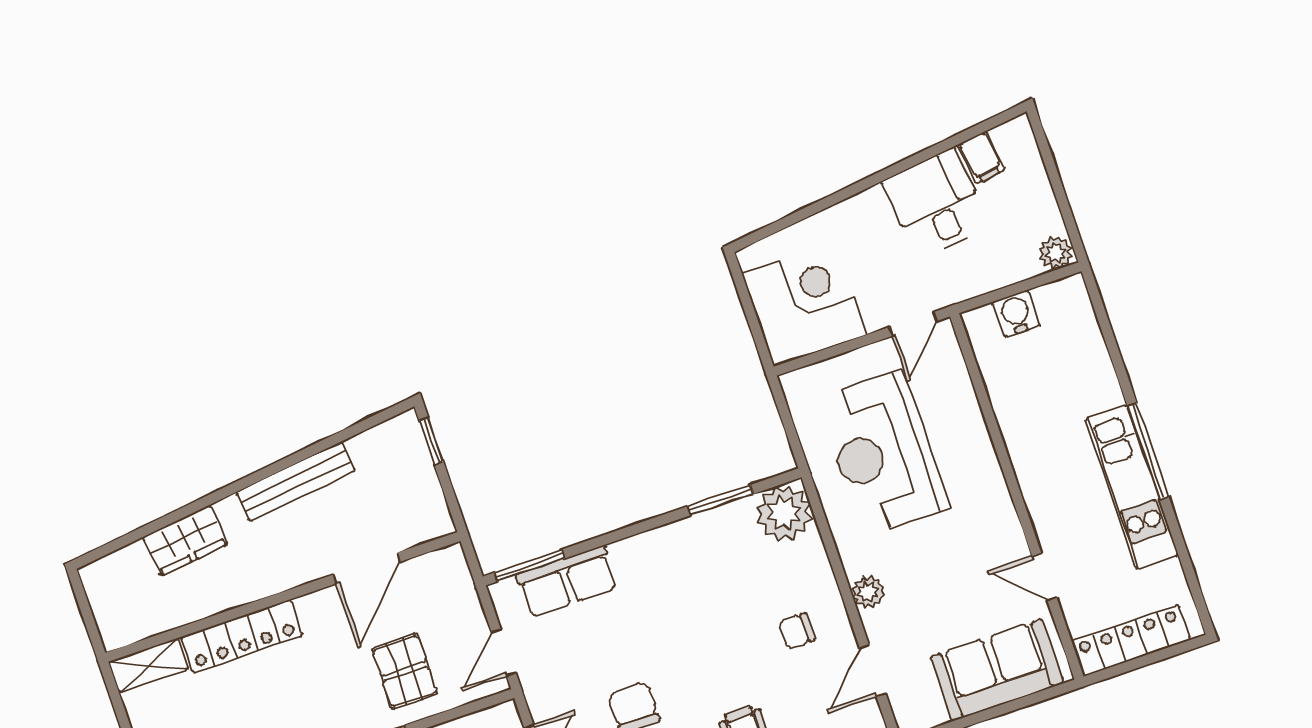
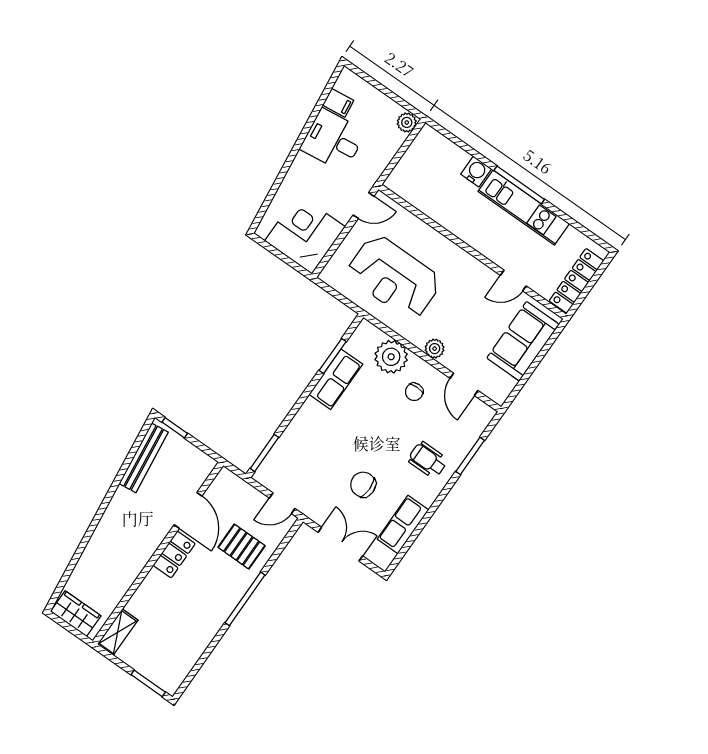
water cooler: (1016, 314) -> (476, 172), moved, turned 90
door: (913, 324) -> (364, 206), hinge flipped
bench: (296, 482) -> (144, 458), moved
plant: (784, 513) -> (391, 357), moved
wardrobe: (185, 541) -> (76, 614), moved, turned -83
row of seats: (567, 581) -> (336, 379), moved
locker: (241, 636) -> (174, 554), moved, width x0.66
door: (504, 652) -> (282, 503), hinge flipped

